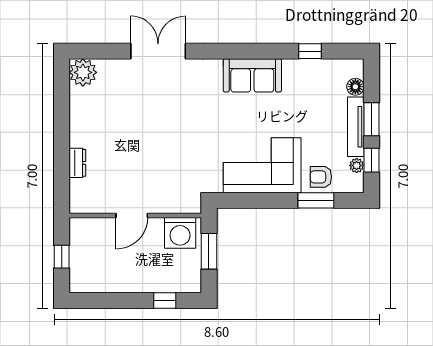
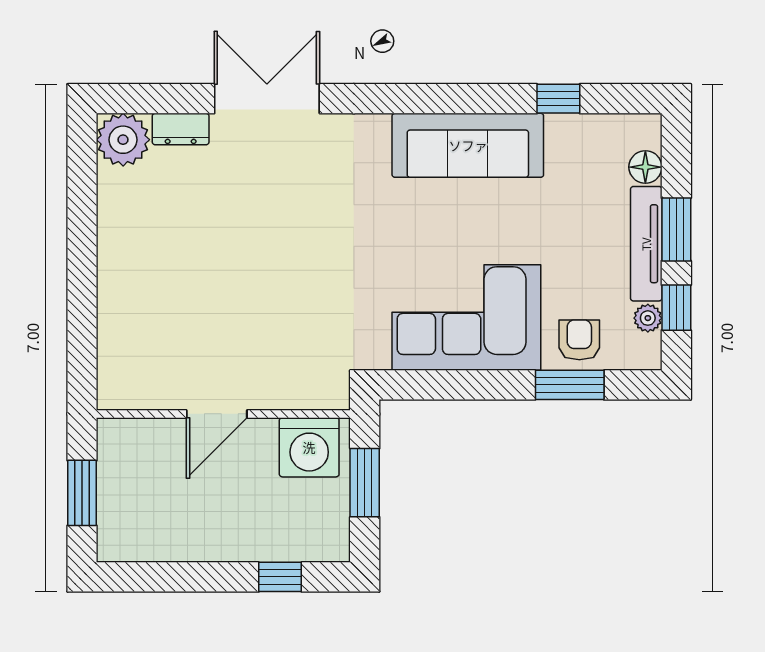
sofa: (252, 75) -> (468, 145), width x1.36
dresser: (77, 163) -> (181, 129), moved, turned 90
armchair: (321, 177) -> (579, 340), turned 90
window: (62, 257) -> (82, 493), width x1.50

